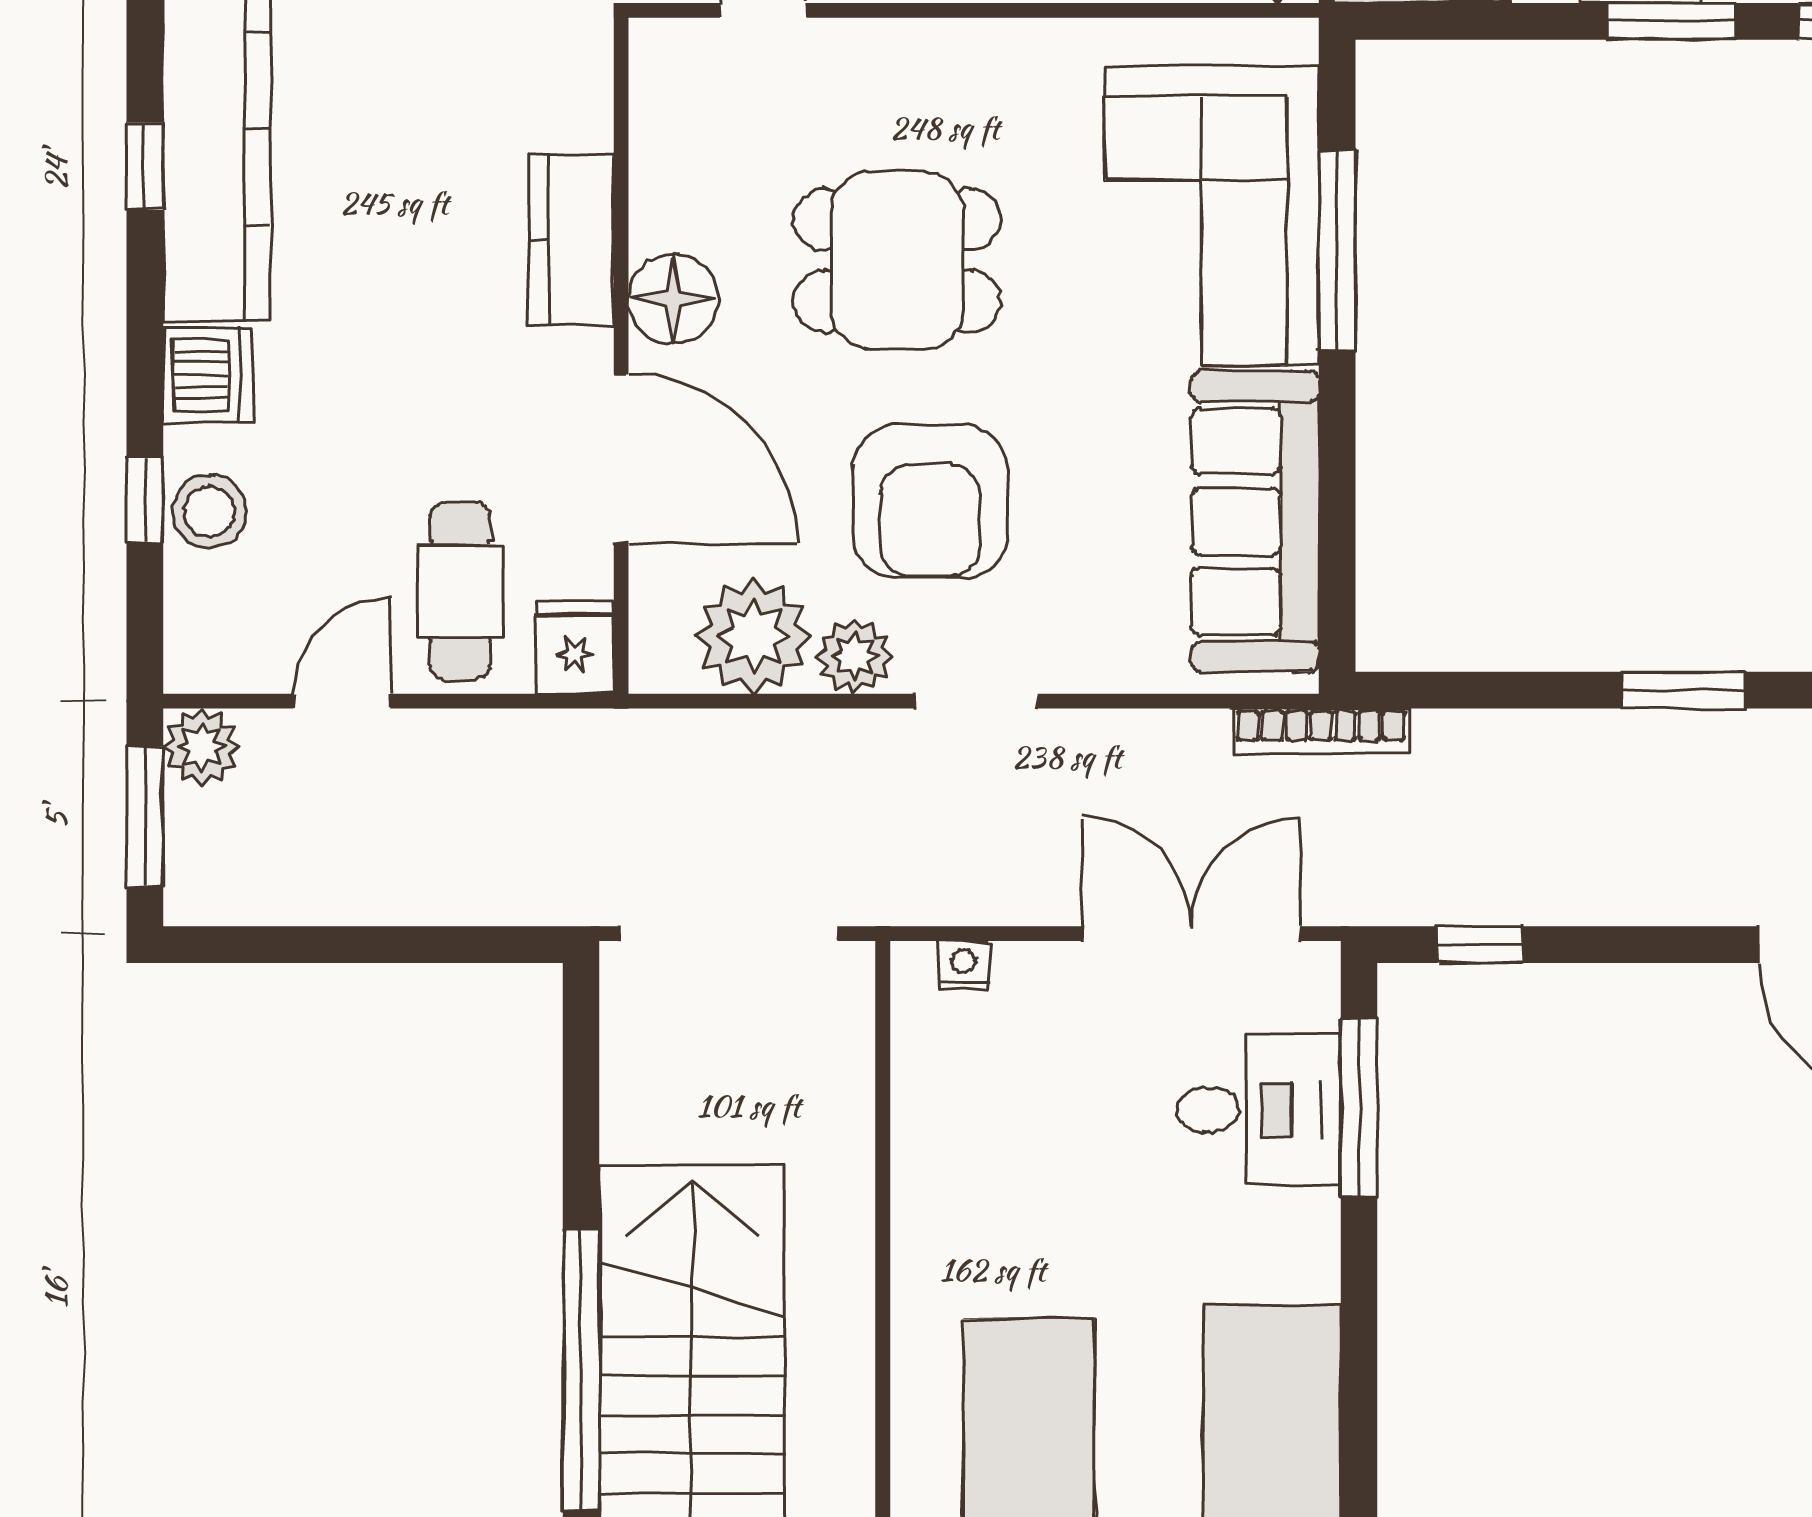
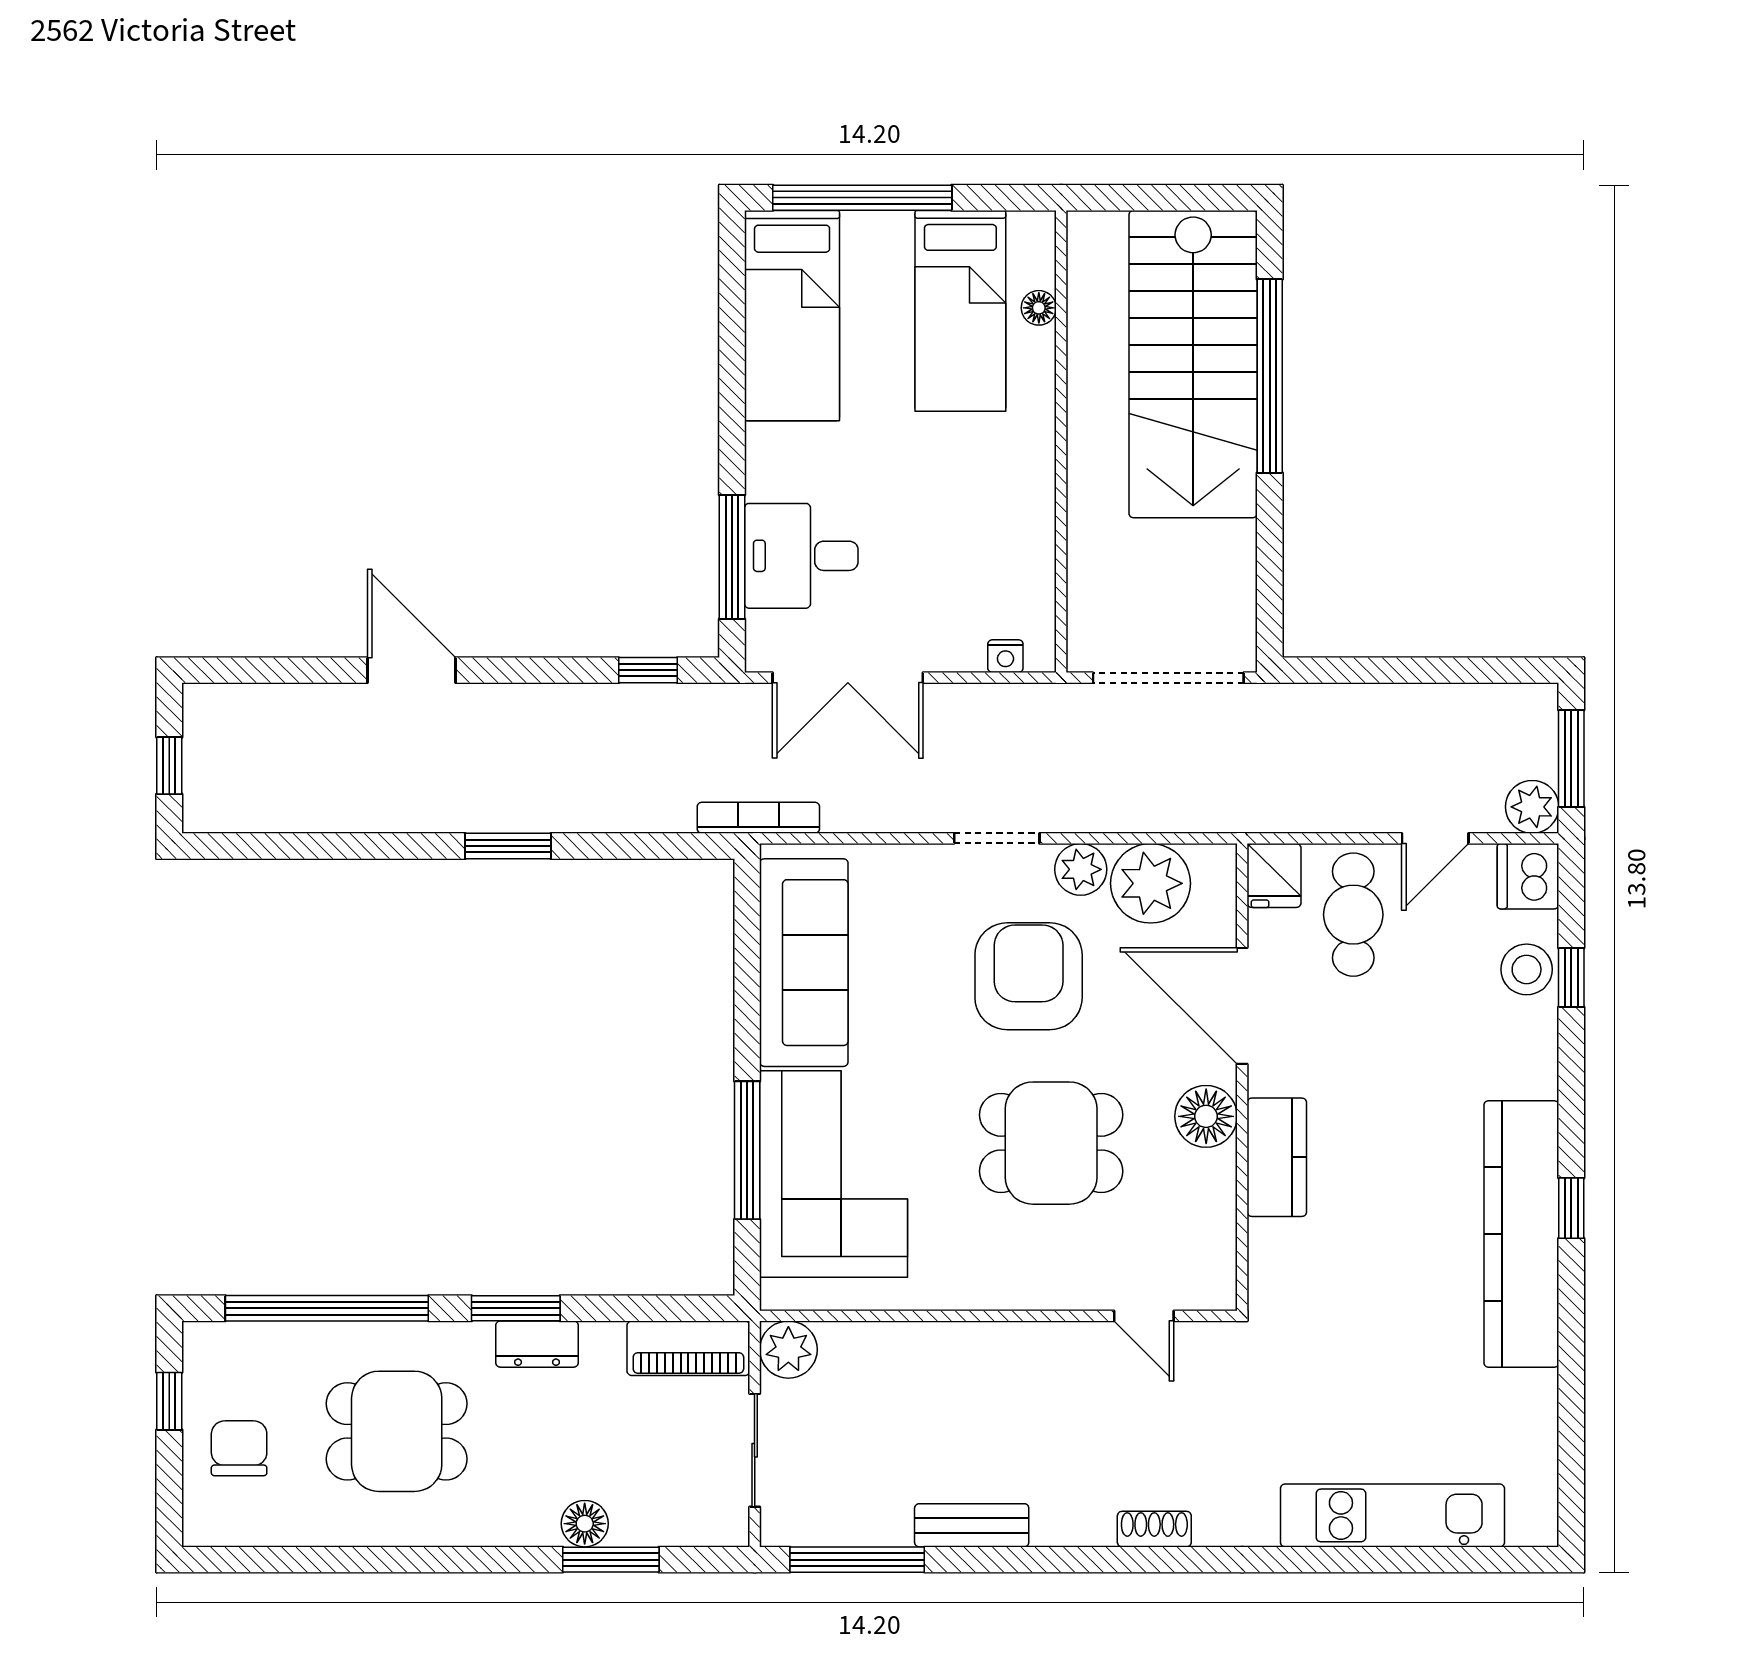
dishwasher: (207, 375) -> (1528, 876), moved
floor lamp: (915, 1469) -> (1039, 308), added

